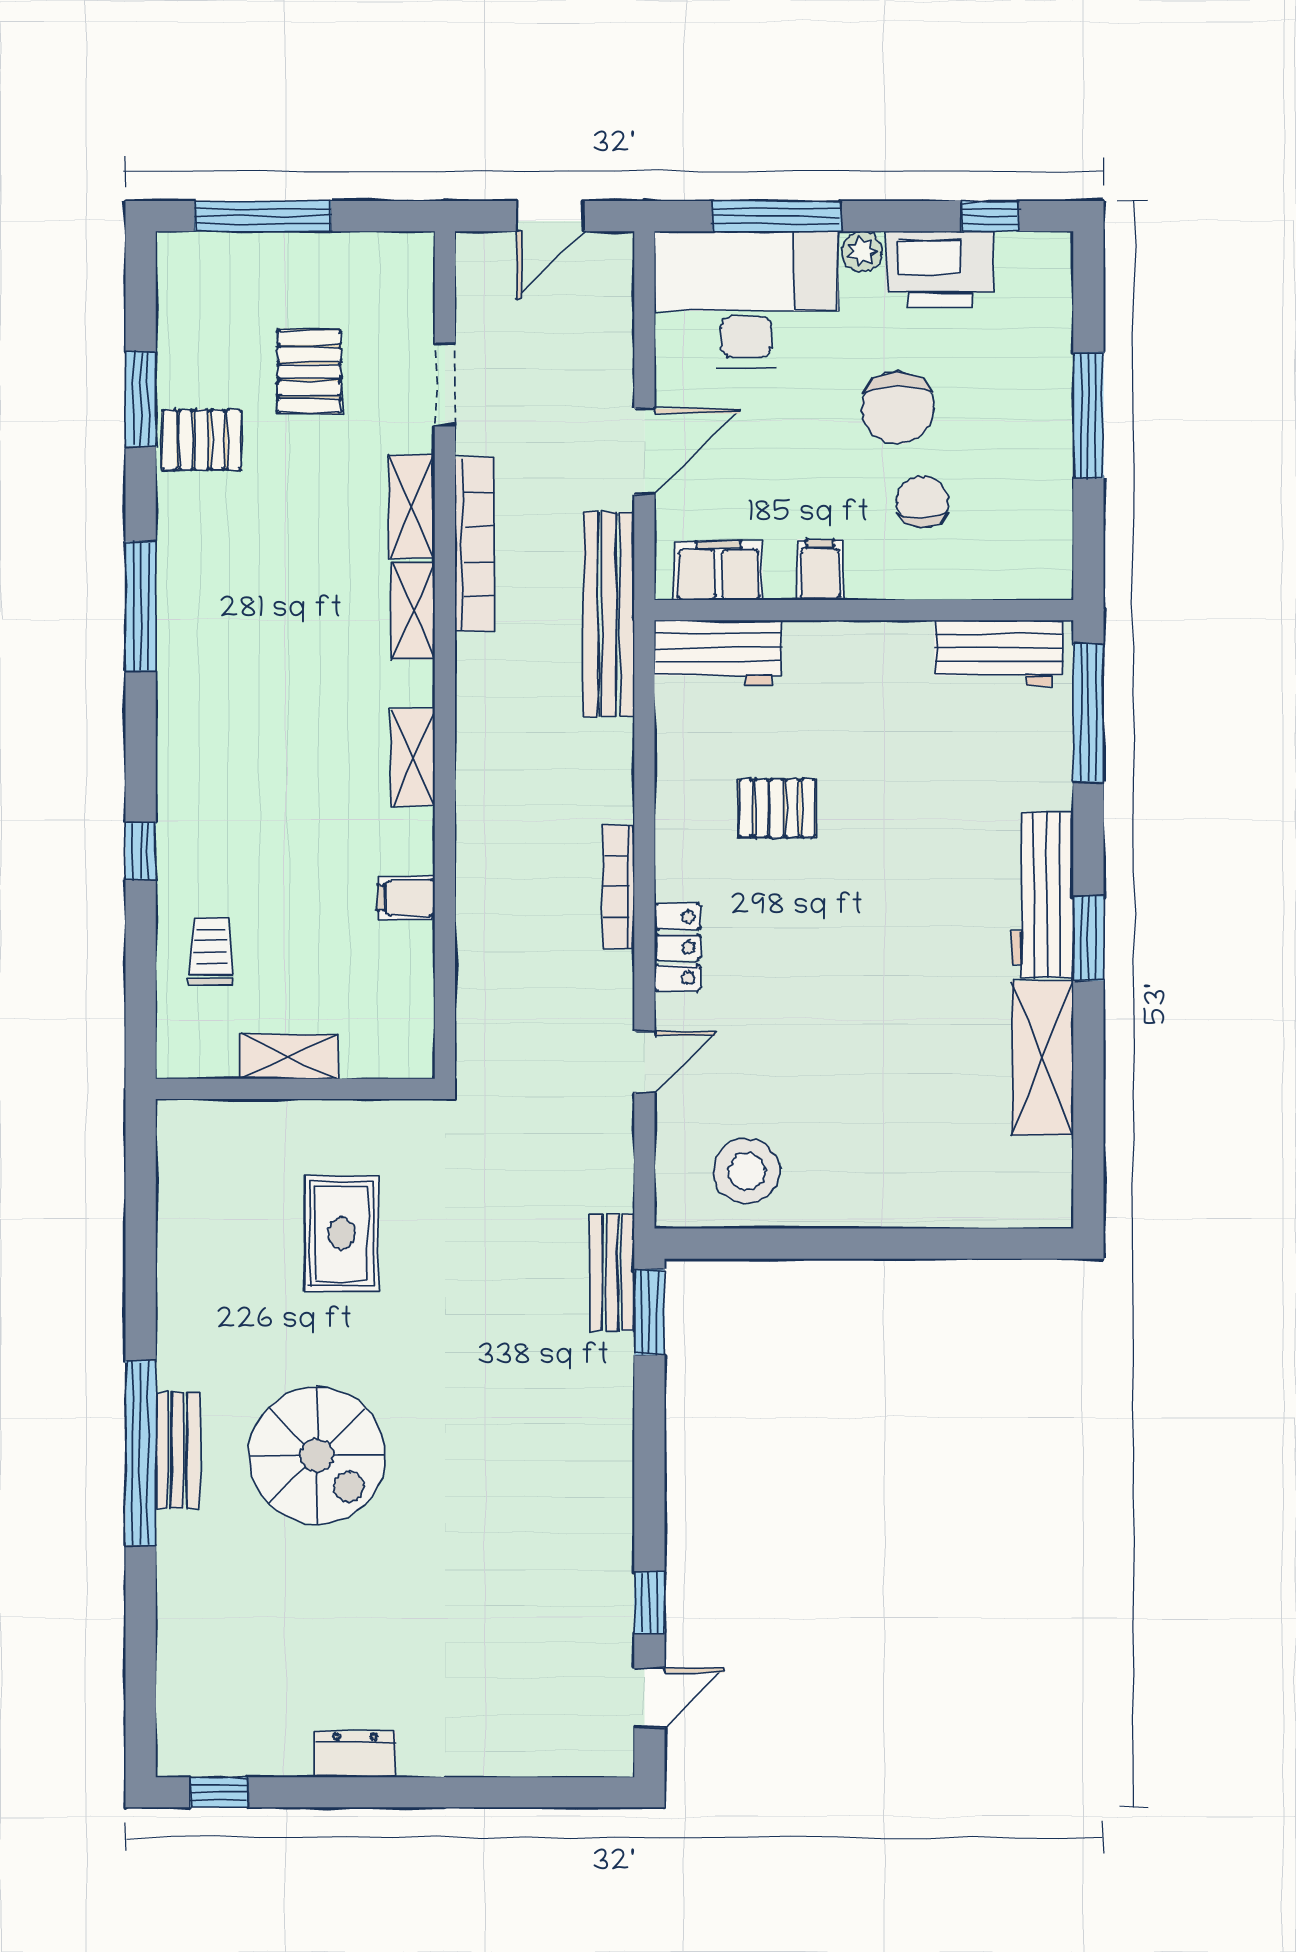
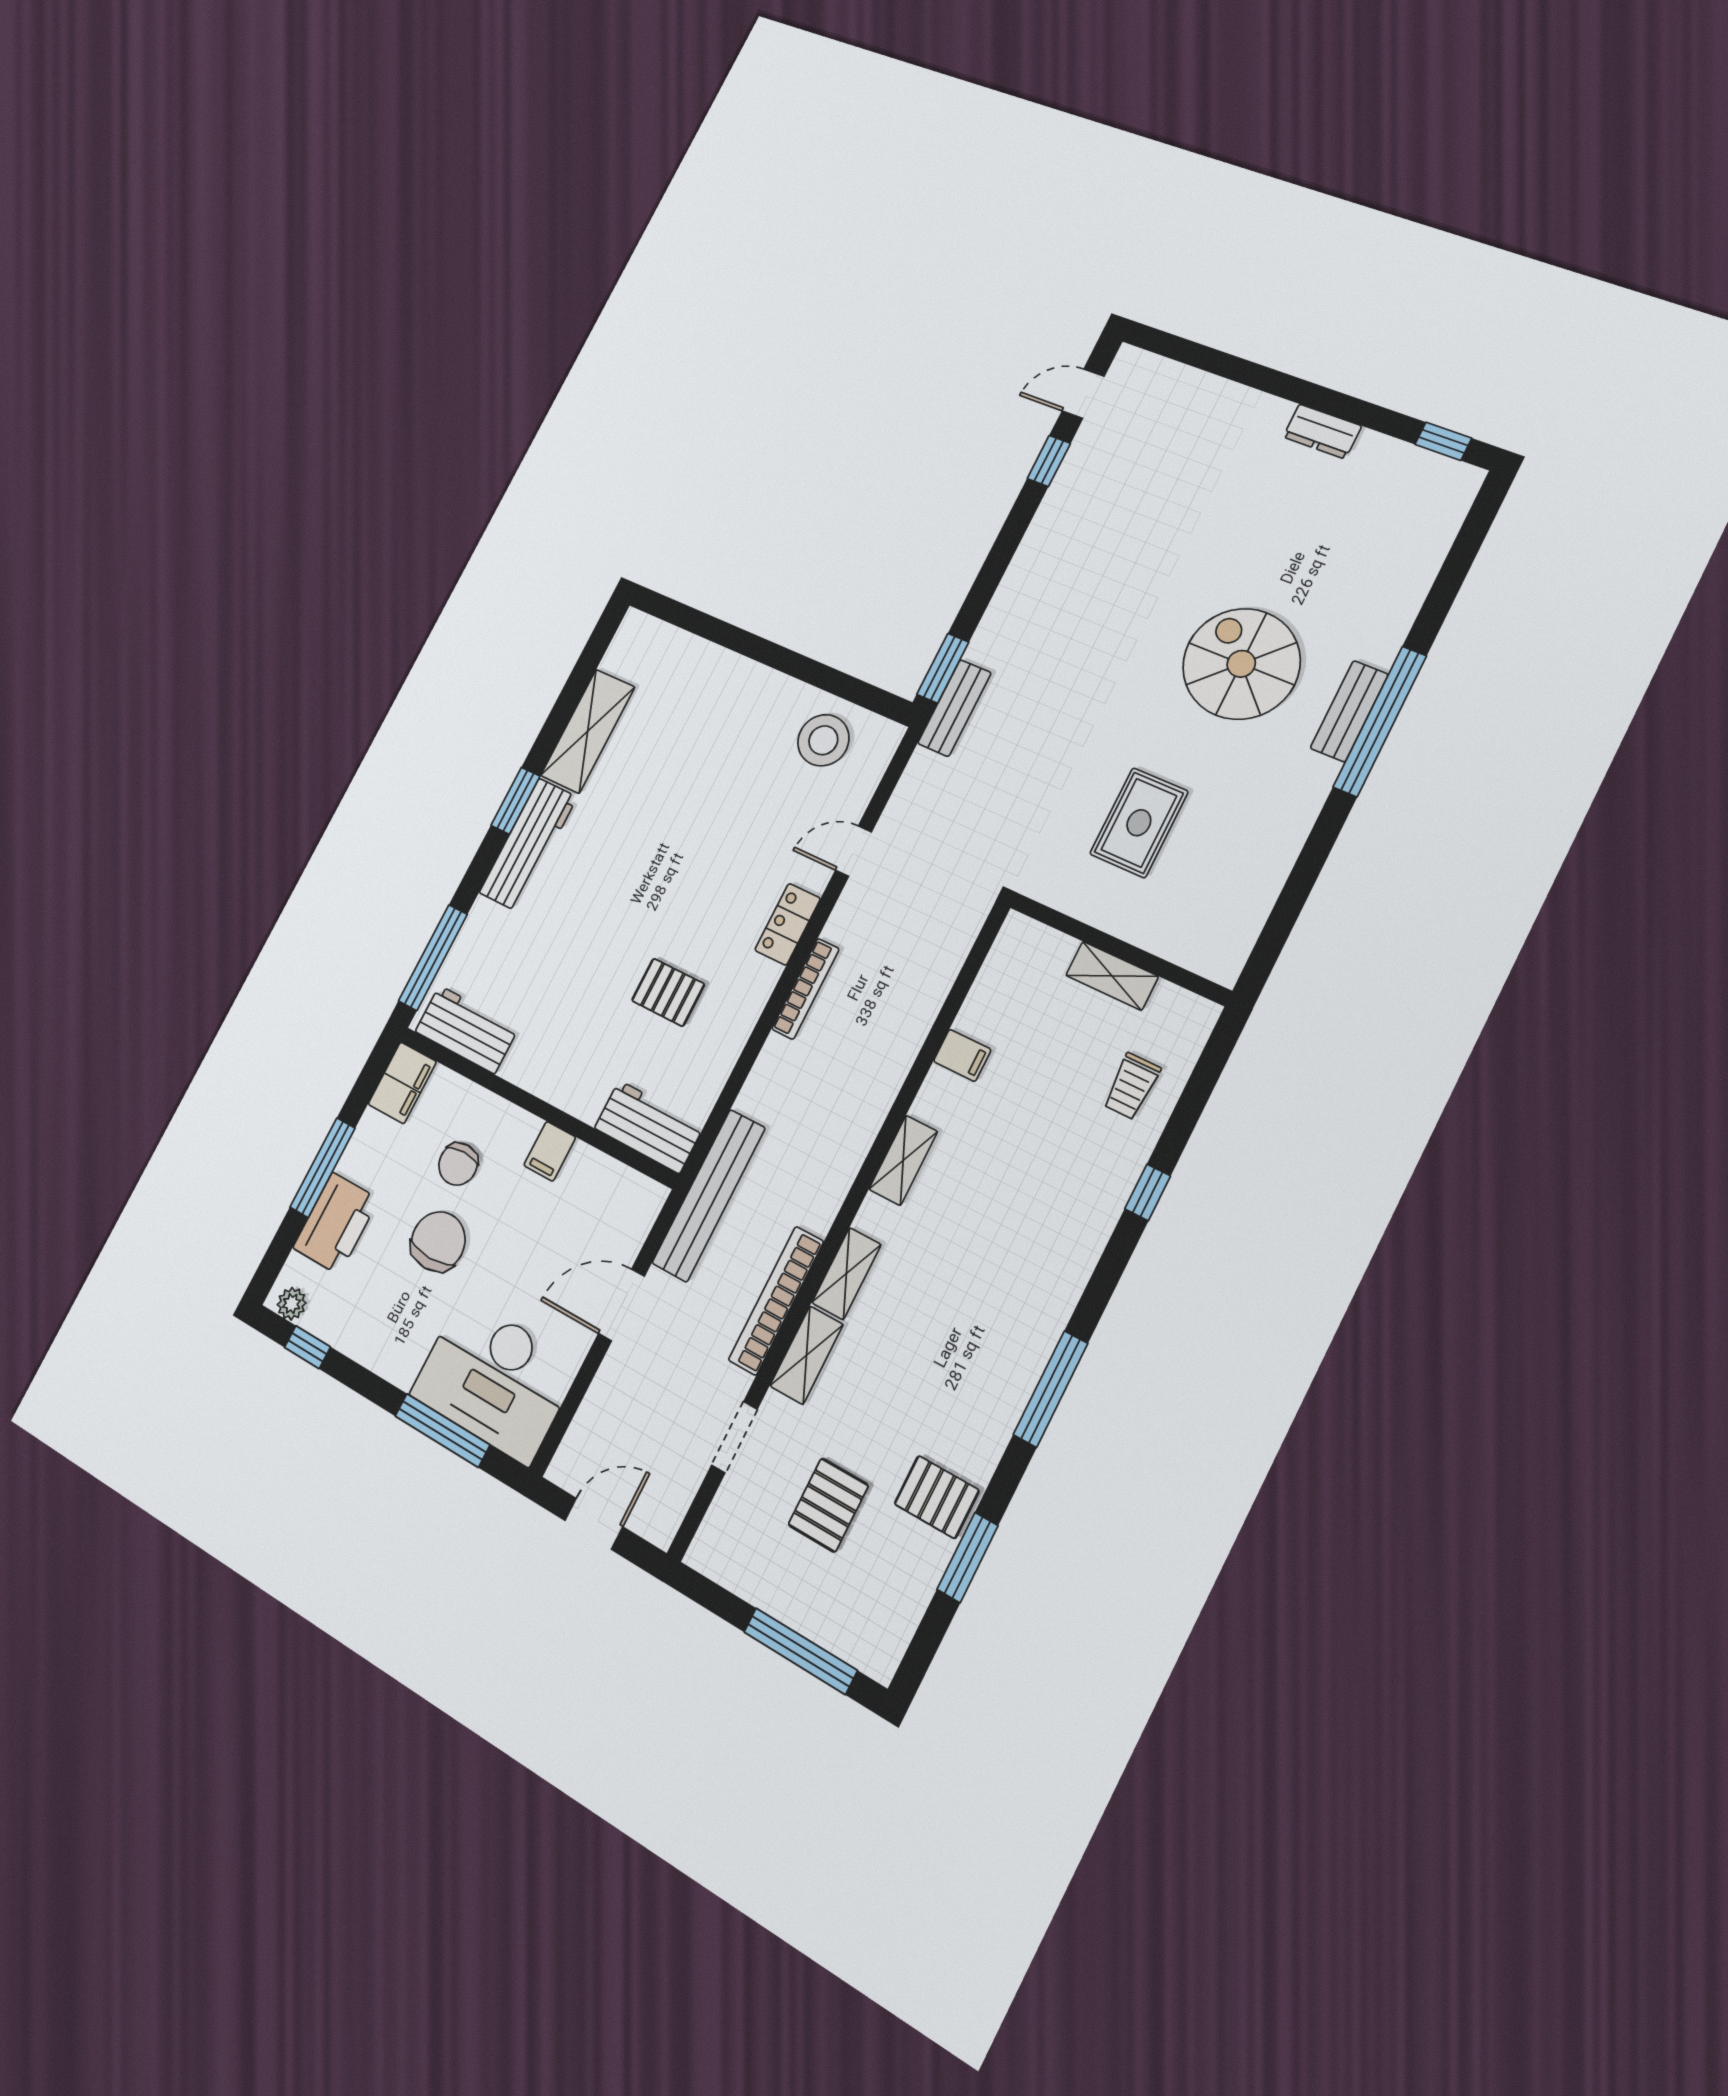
plant: (862, 251) -> (292, 1304), moved
printer: (940, 269) -> (336, 1223), moved, turned 90
filing cabinet: (718, 571) -> (402, 1083), moved, turned -90

